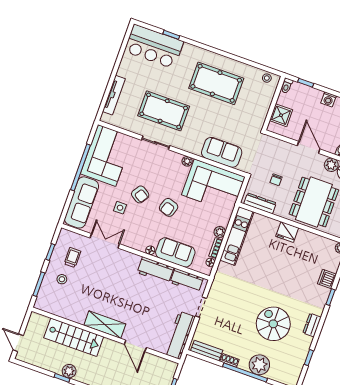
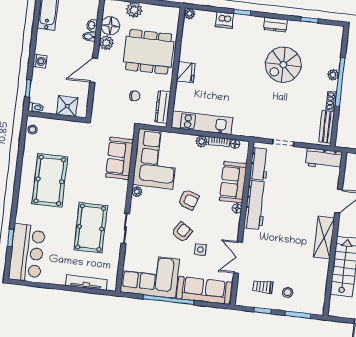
workbench: (155, 270) -> (255, 205), width x1.38
workbench: (180, 335) -> (324, 159), width x0.73
plant: (259, 365) -> (333, 75), width x0.53, depth x0.53

